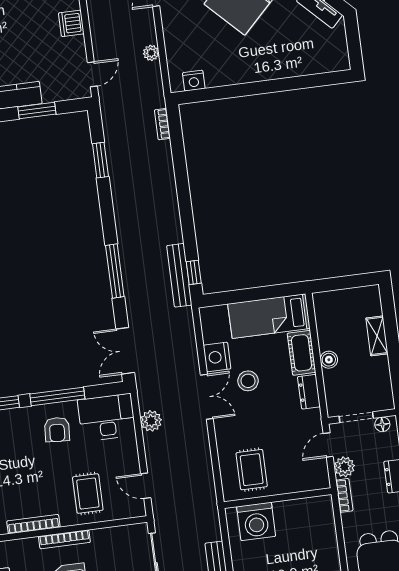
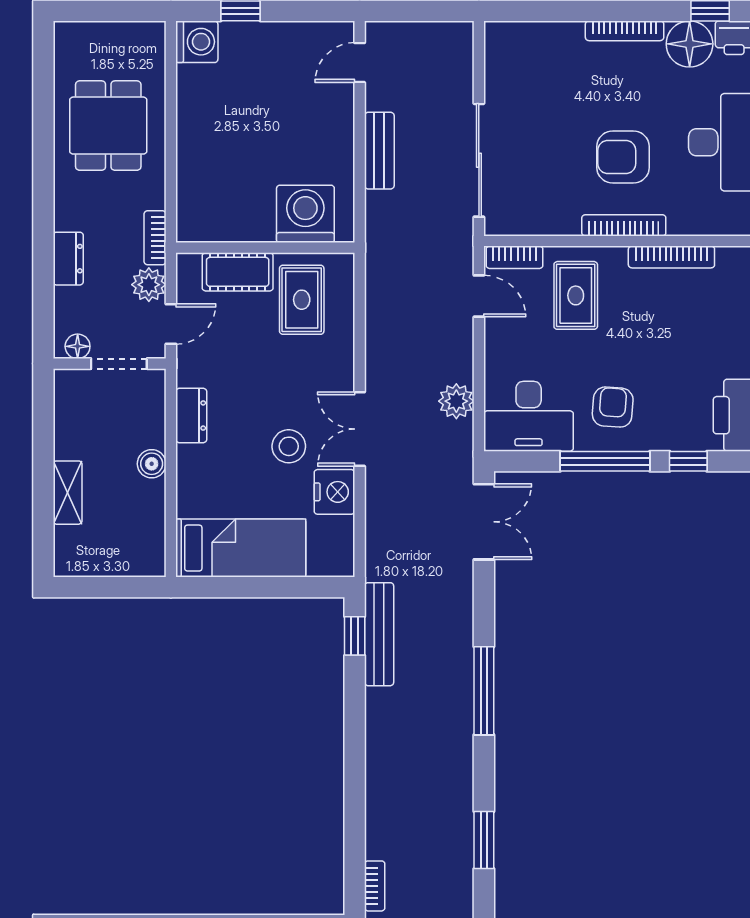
window: (115, 271) -> (484, 691), moved
cot: (301, 353) -> (238, 272), moved, turned 90
bookcase: (127, 512) -> (515, 257), added

